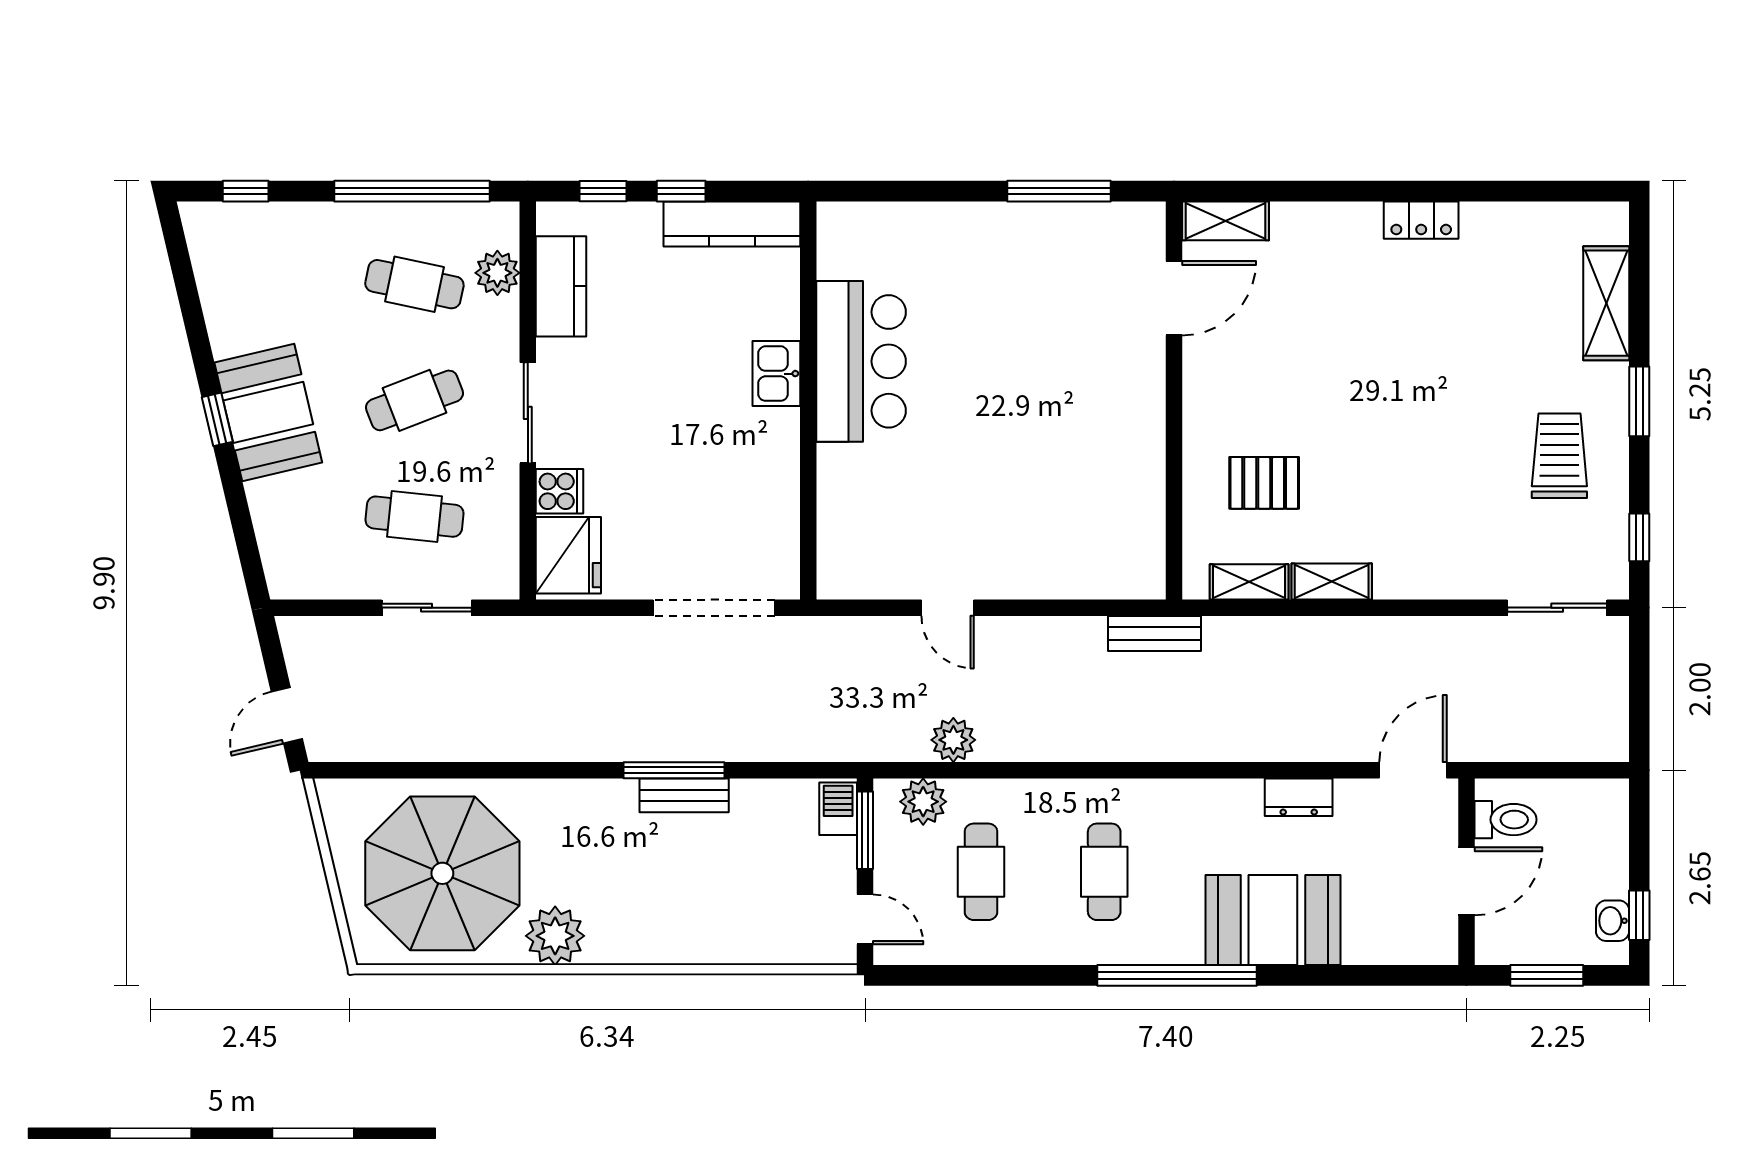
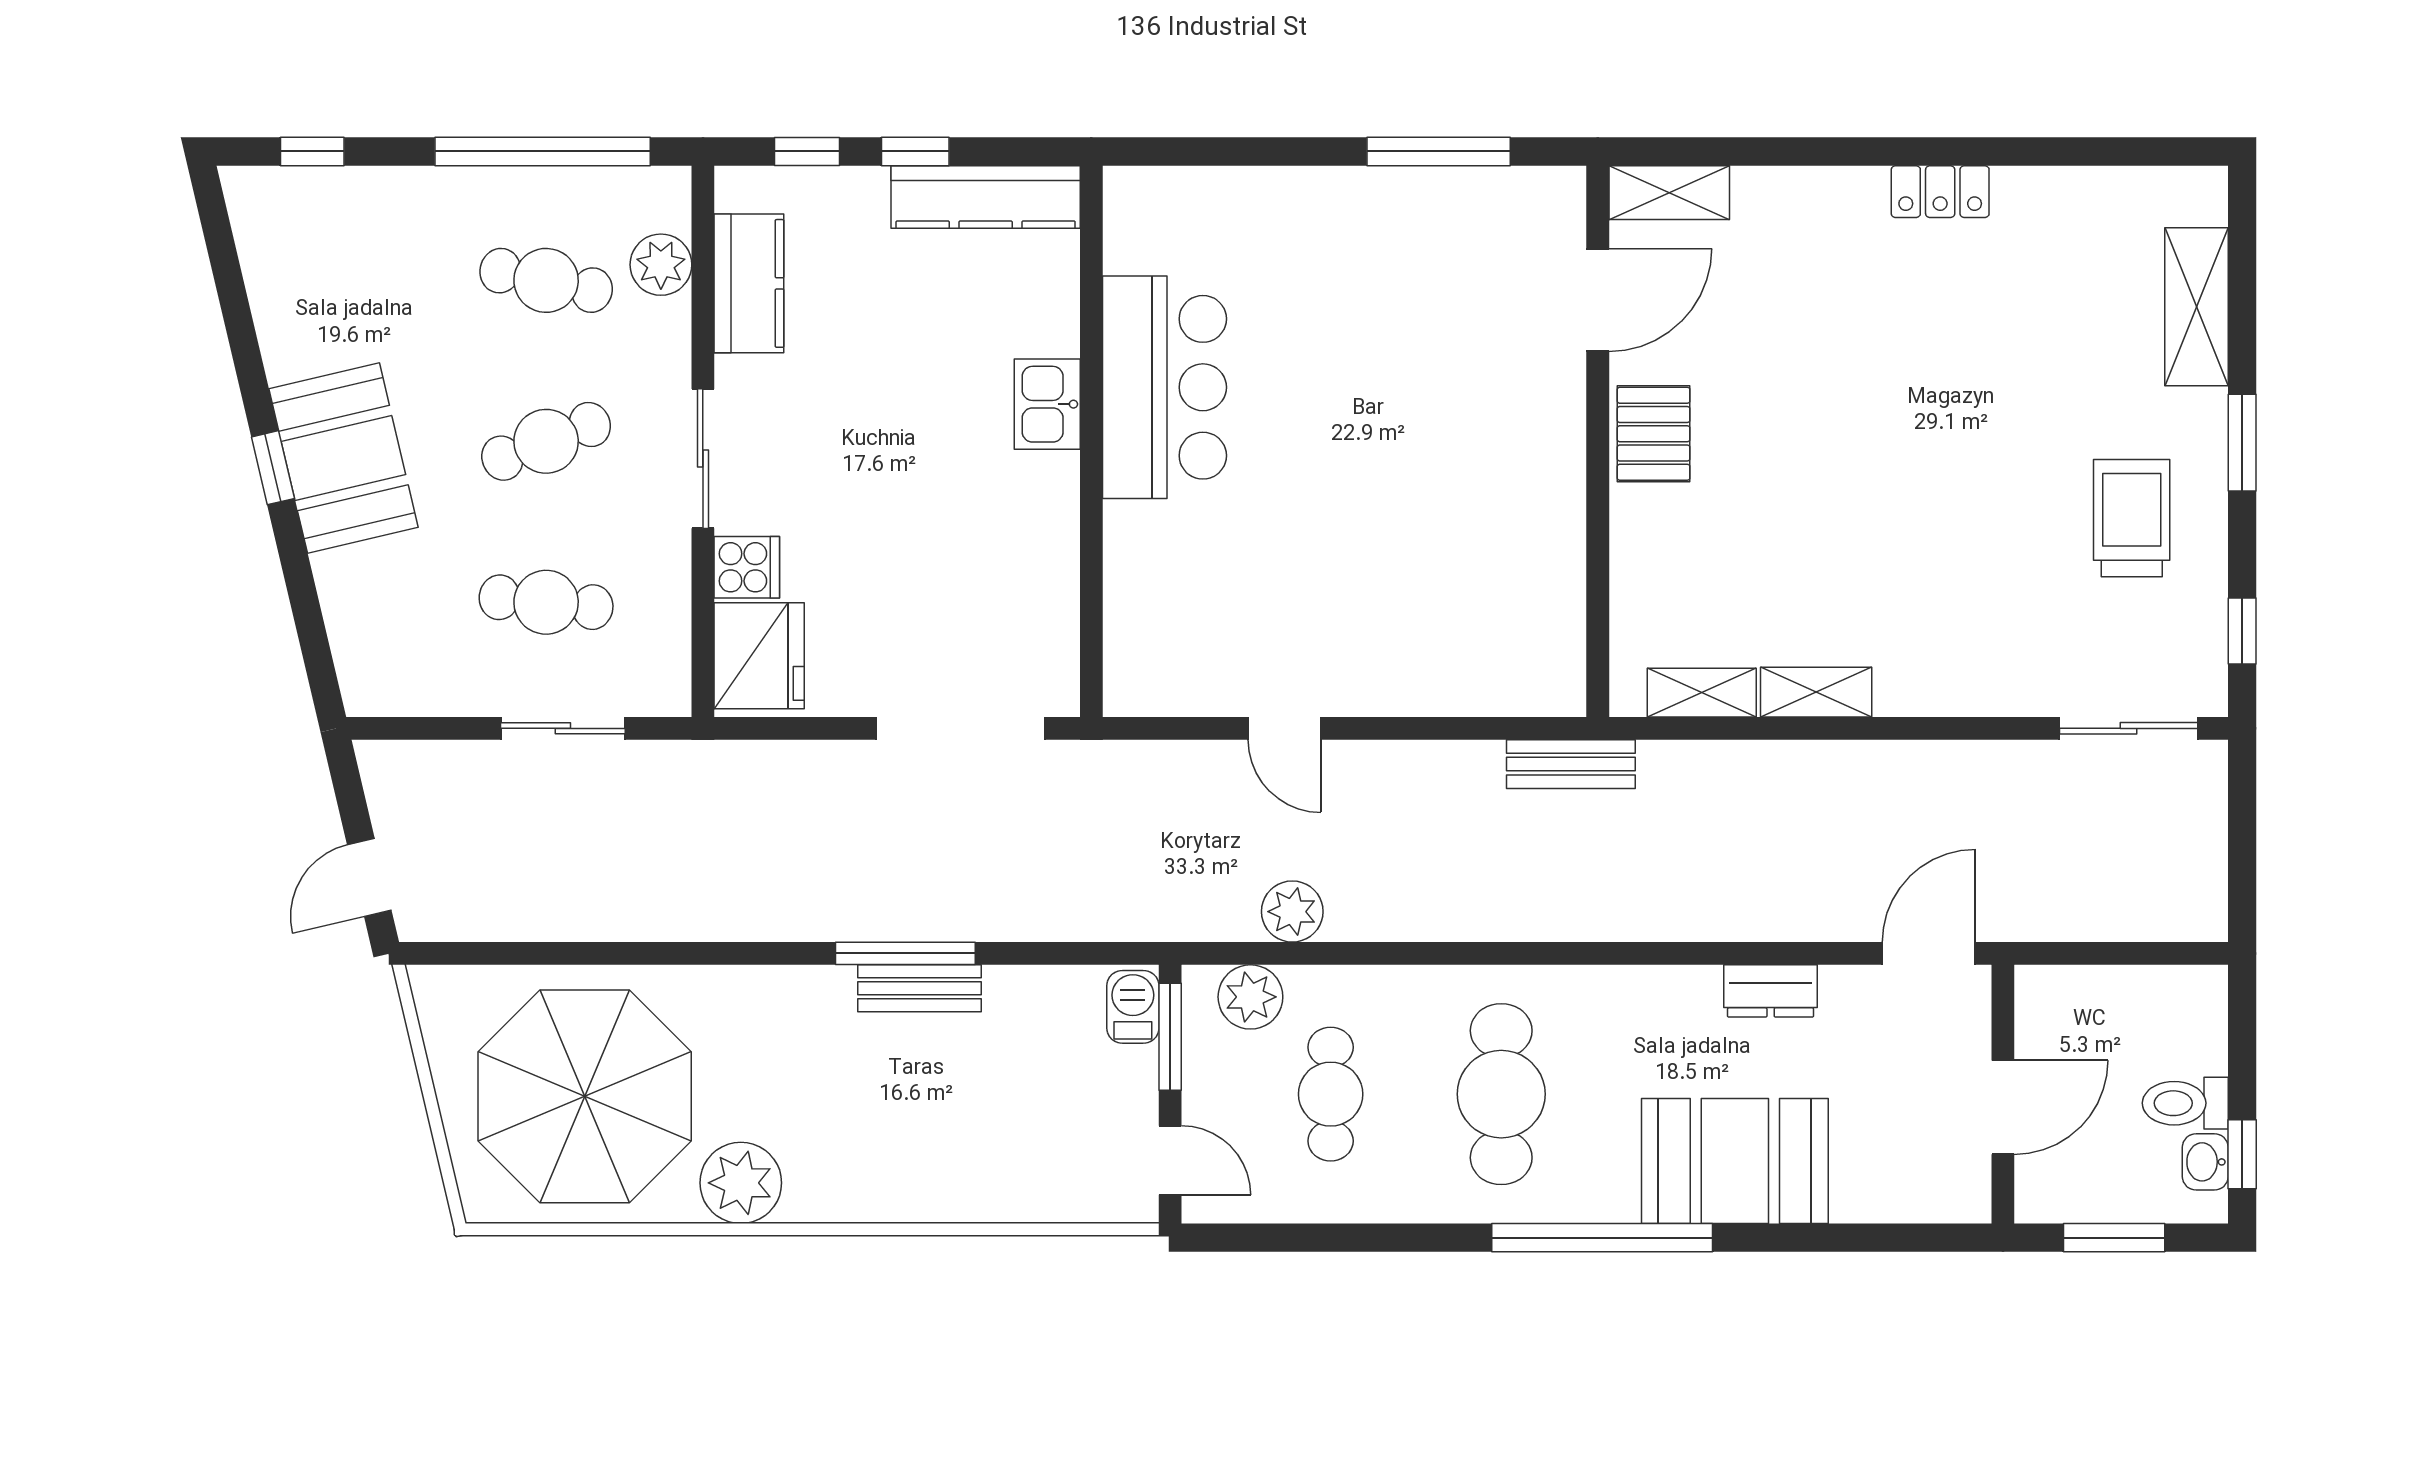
pallet: (1264, 483) -> (1654, 434), moved, turned 90
toilet: (1506, 820) -> (2185, 1103), moved, turned 180
cafe table: (1104, 872) -> (1501, 1094), width x1.37, depth x1.35

